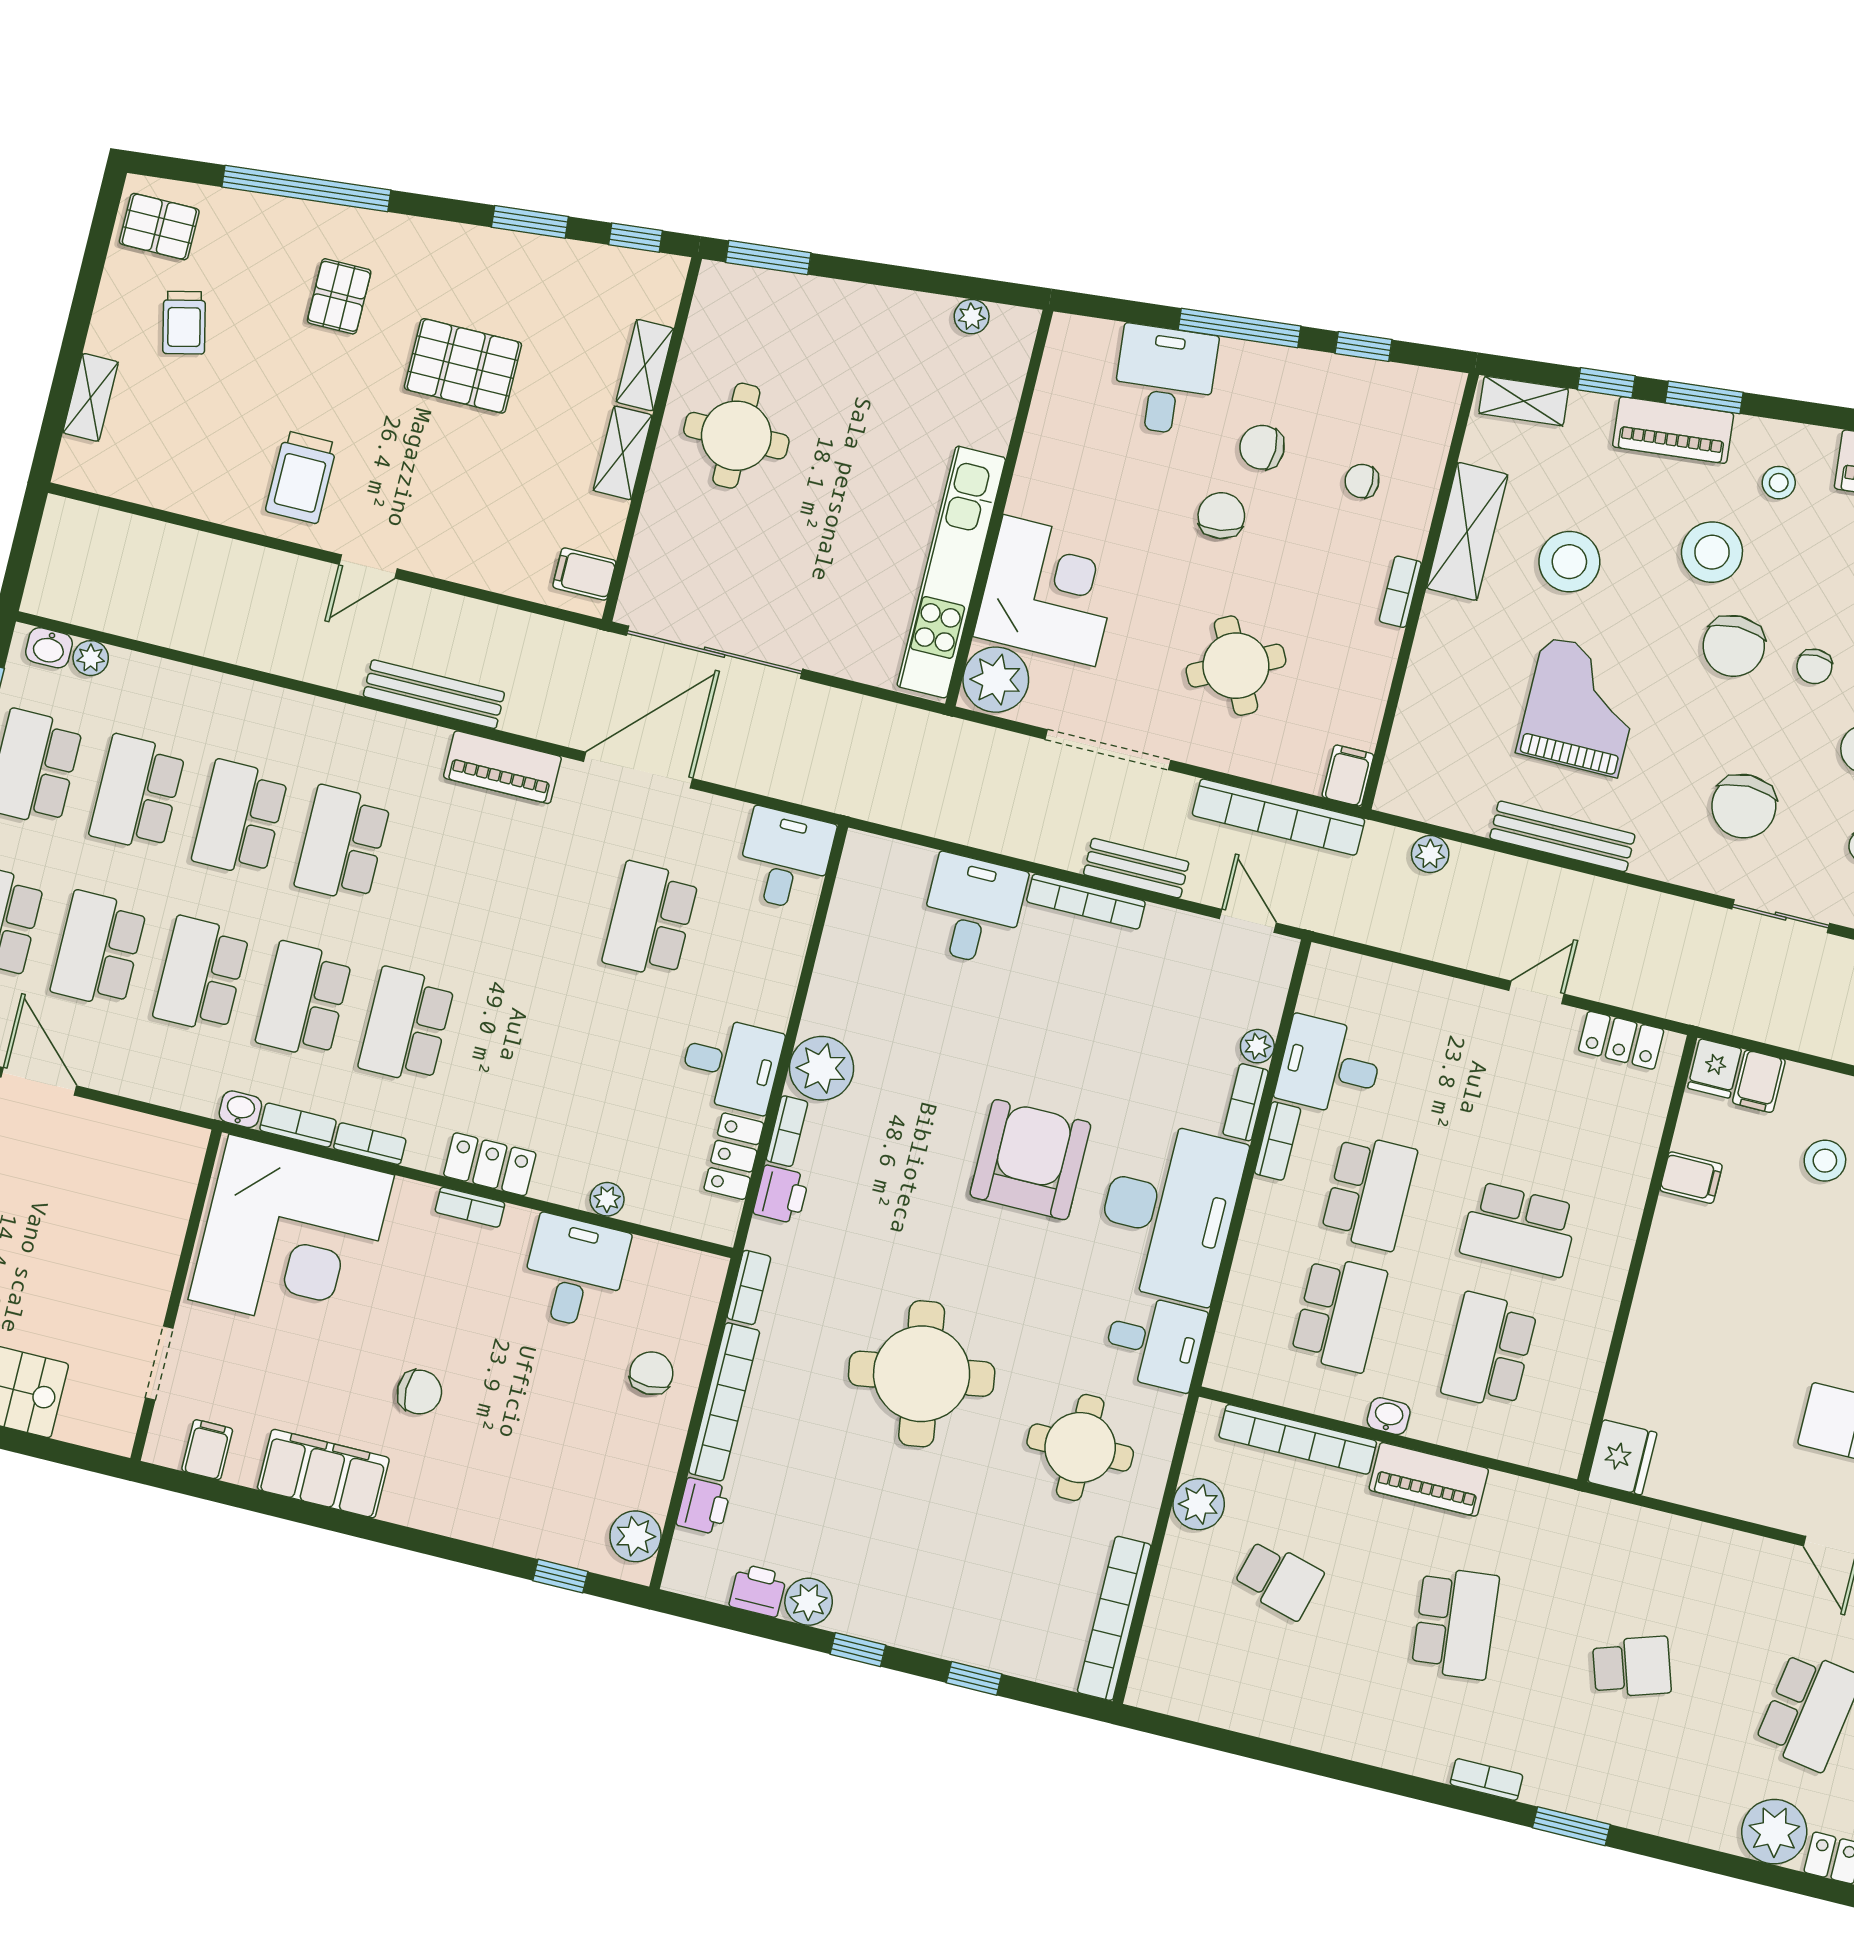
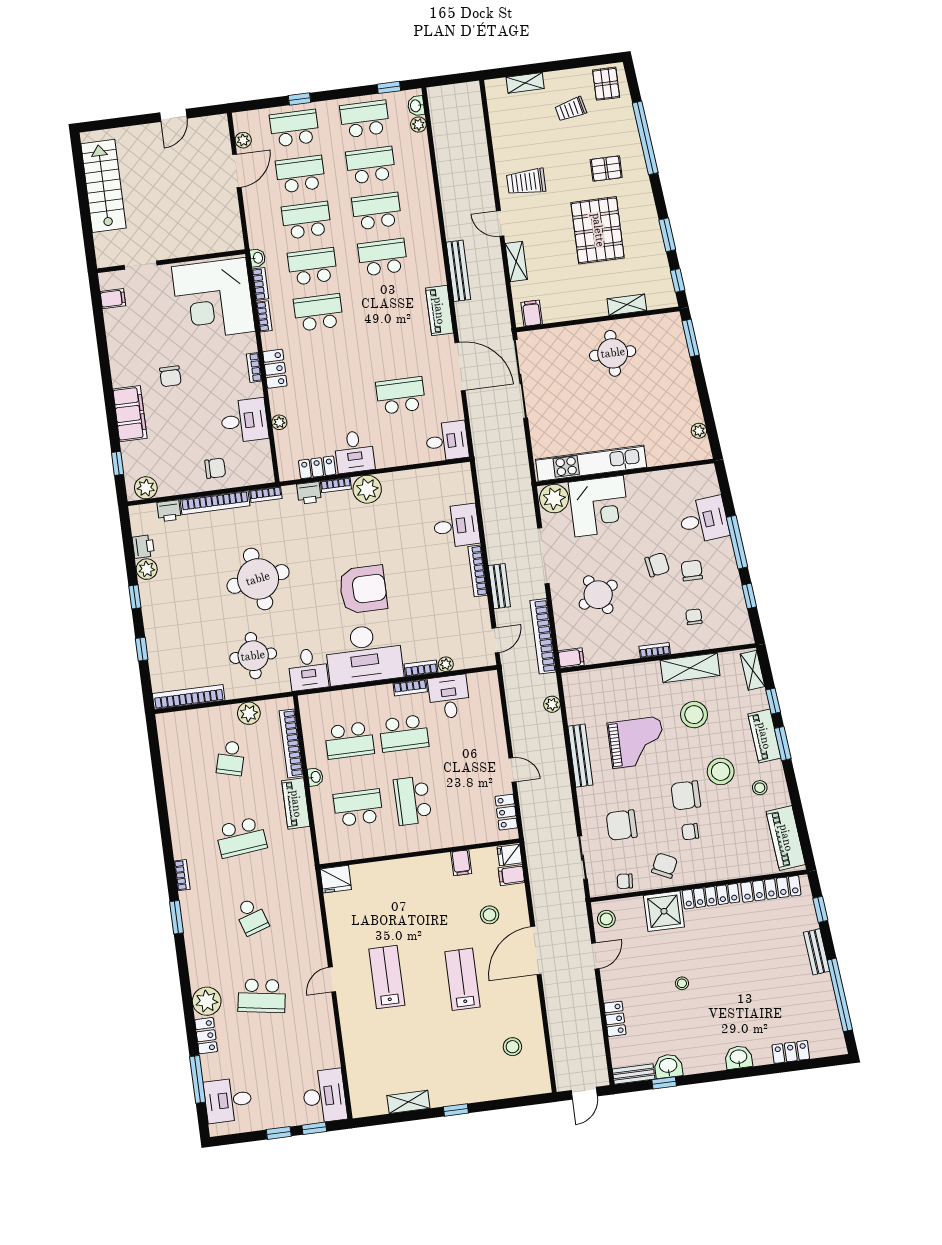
pallet: (463, 366) -> (598, 230), width x1.37, depth x1.41
shelving: (623, 453) -> (516, 262), moved, turned 90
filing cabinet: (323, 1474) -> (130, 414), moved

